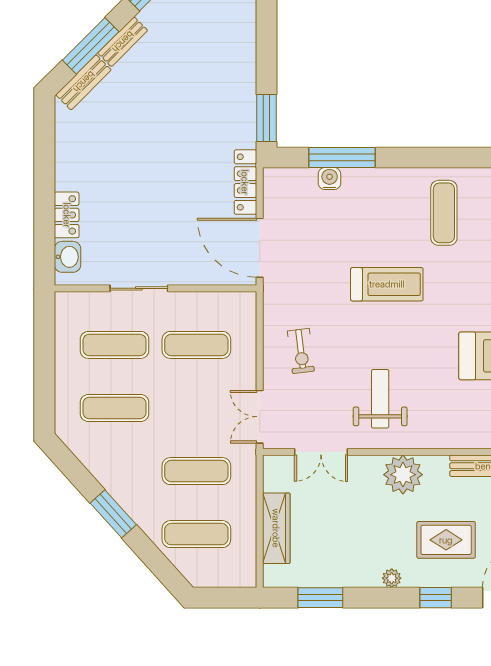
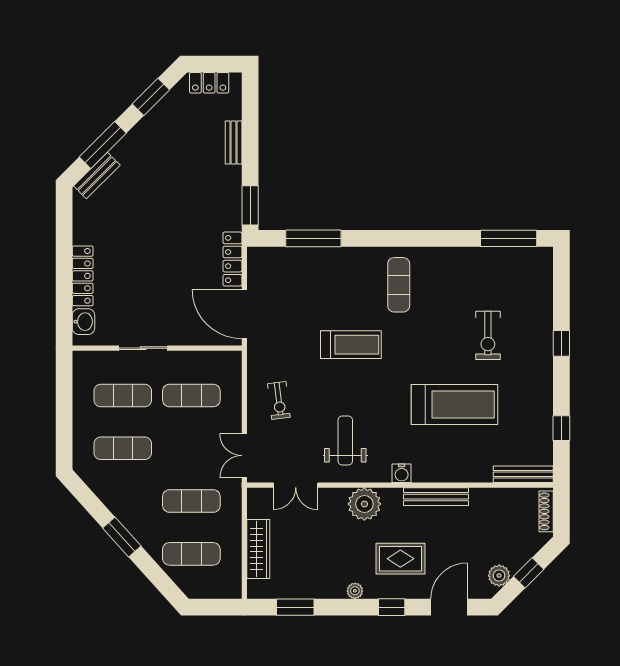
bench: (123, 42) -> (234, 143), moved, turned -45
water cooler: (330, 179) -> (402, 473), moved, turned 180
locker: (67, 215) -> (83, 276), width x1.53

